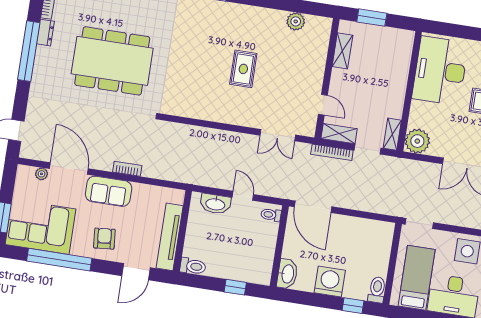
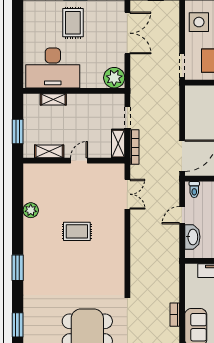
plant: (296, 21) -> (31, 210), moved
door: (323, 105) -> (79, 161), moved
shelving: (392, 134) -> (53, 99), moved

